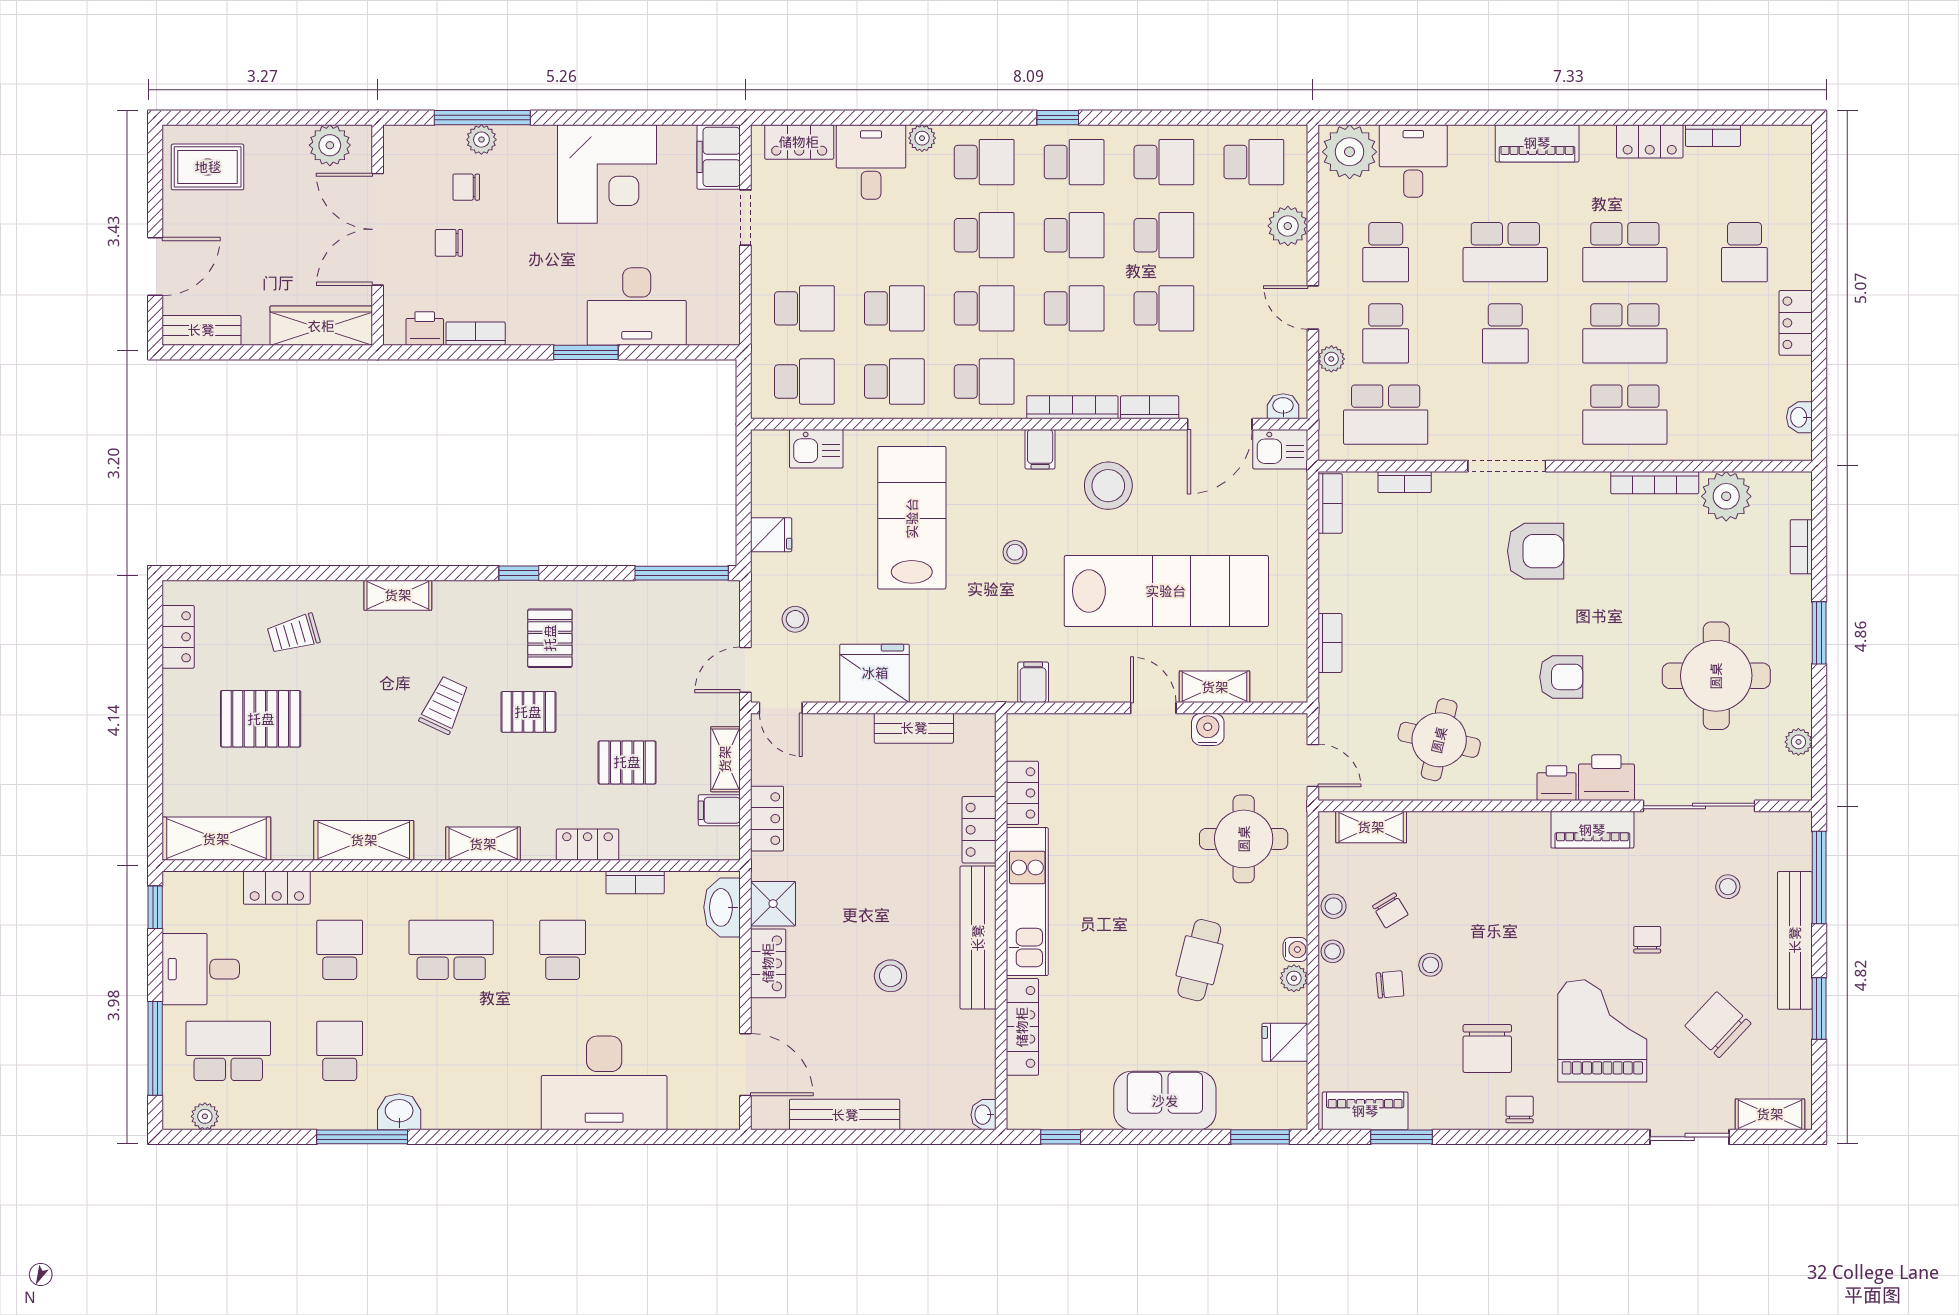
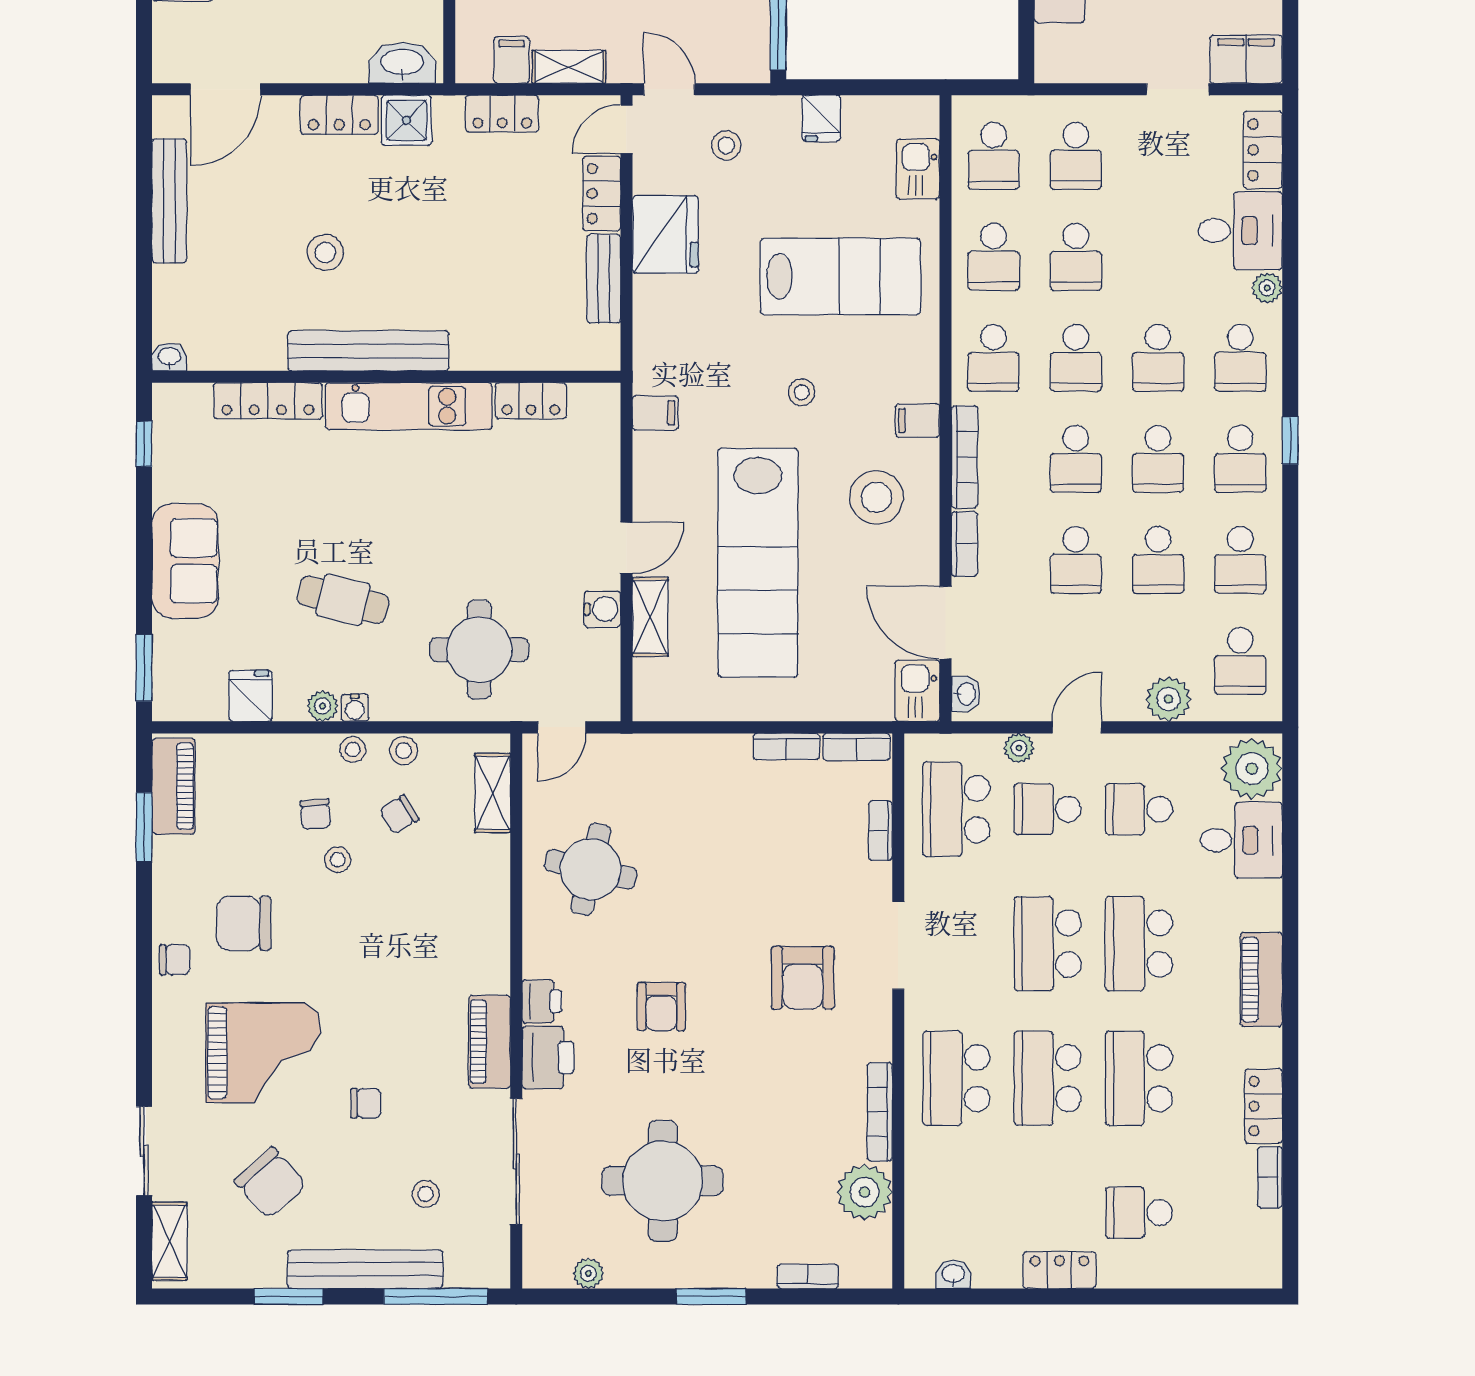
school desk: (1505, 333) -> (1048, 944), width x1.85
bookcase: (1330, 643) -> (786, 747), moved
locker: (979, 830) -> (602, 194), moved, turned -90
chair: (1718, 1025) -> (270, 1183), turned 95

